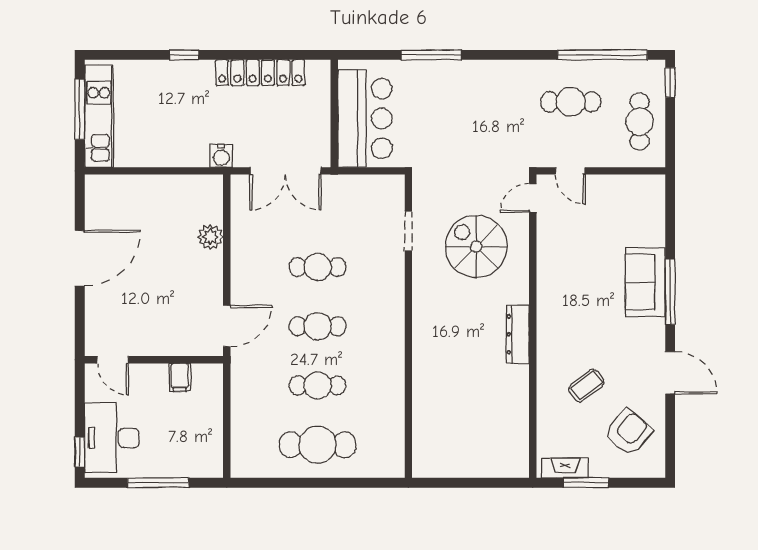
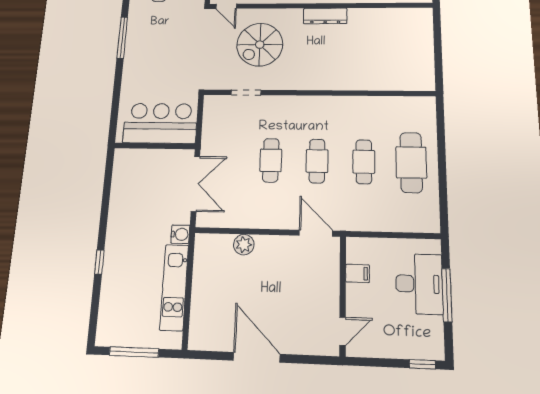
window: (431, 55) -> (122, 38), moved
locker: (260, 73) -> (119, 202), removed
kitchen unit: (99, 116) -> (174, 287), moved, turned -90
desk: (112, 438) -> (419, 284), moved, turned -90

